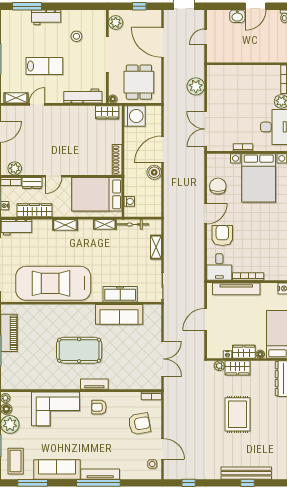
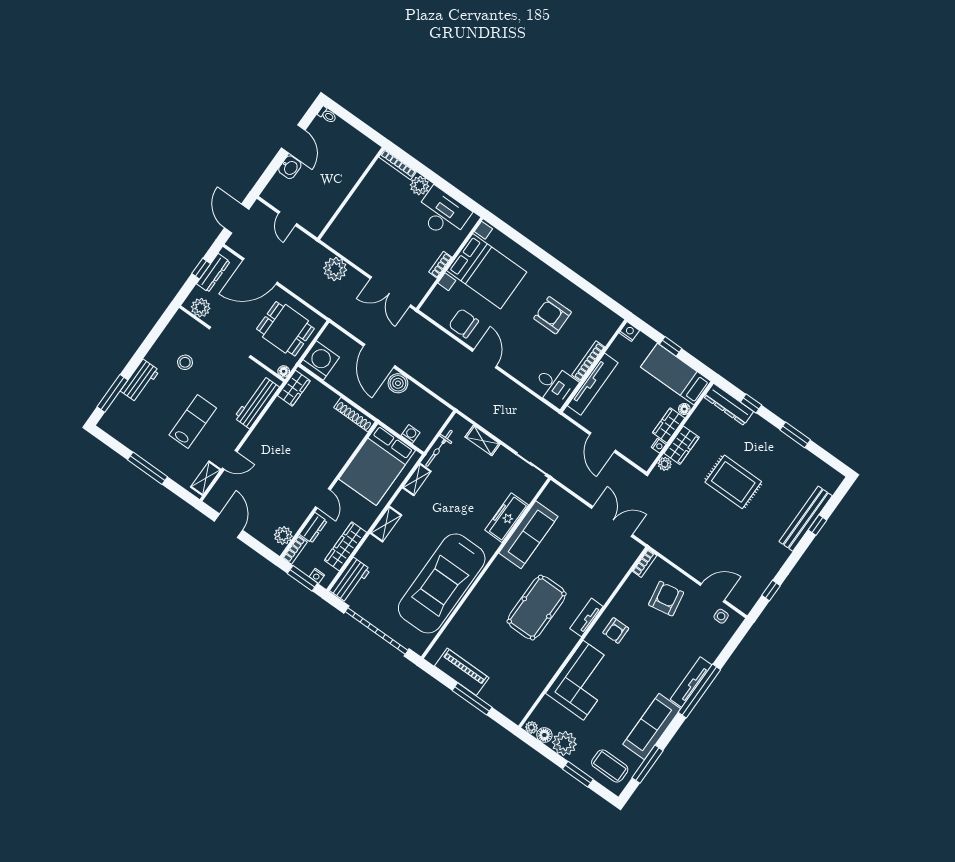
dresser: (142, 15) -> (213, 273), added
door: (37, 104) -> (230, 460), swing flipped
armchair: (222, 235) -> (553, 315), moved

